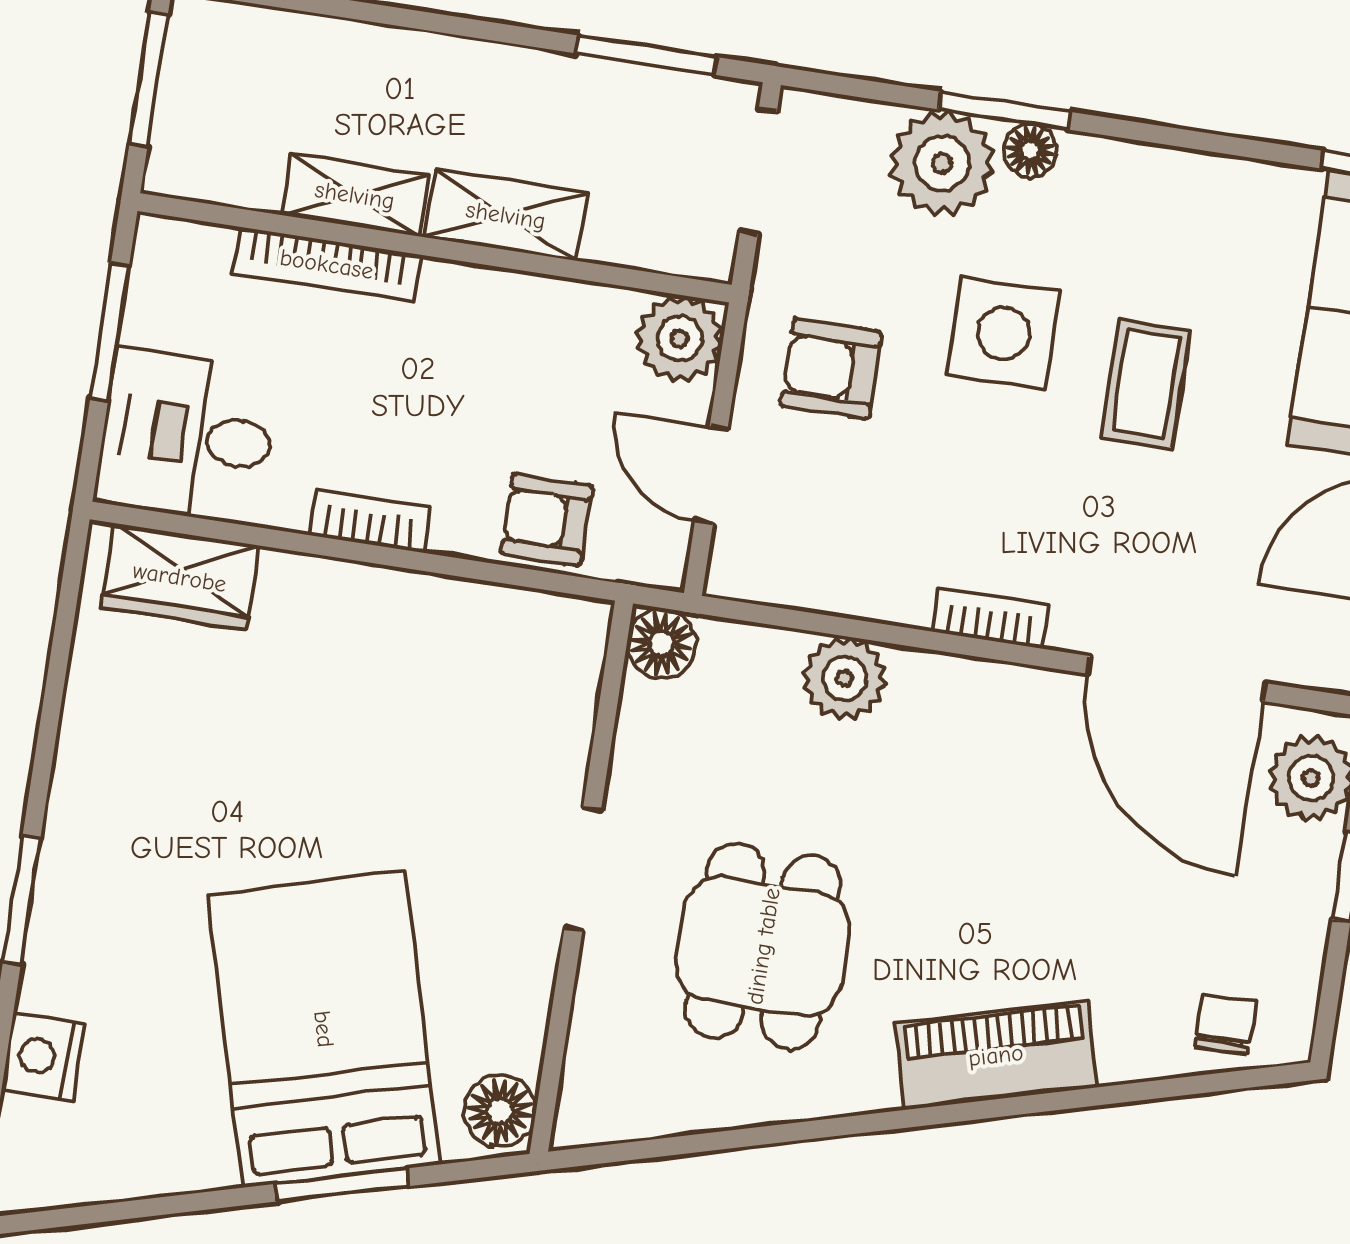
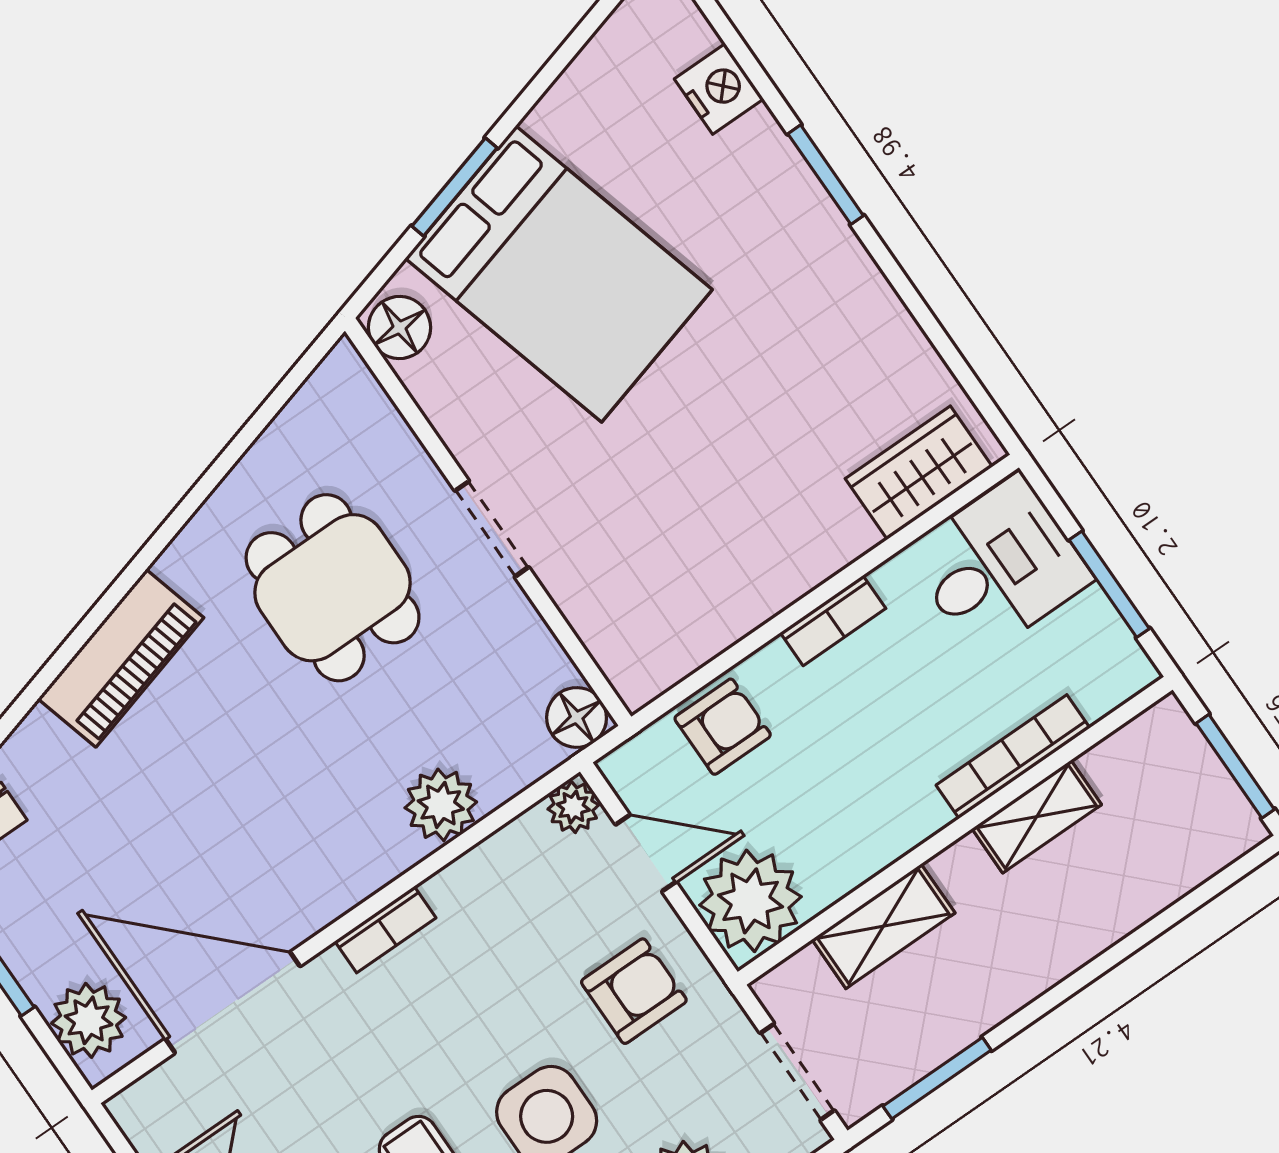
shelving: (506, 215) -> (883, 926), moved
plant: (680, 339) -> (751, 901), width x1.36, depth x1.36
plant: (735, 571) -> (573, 807), added

